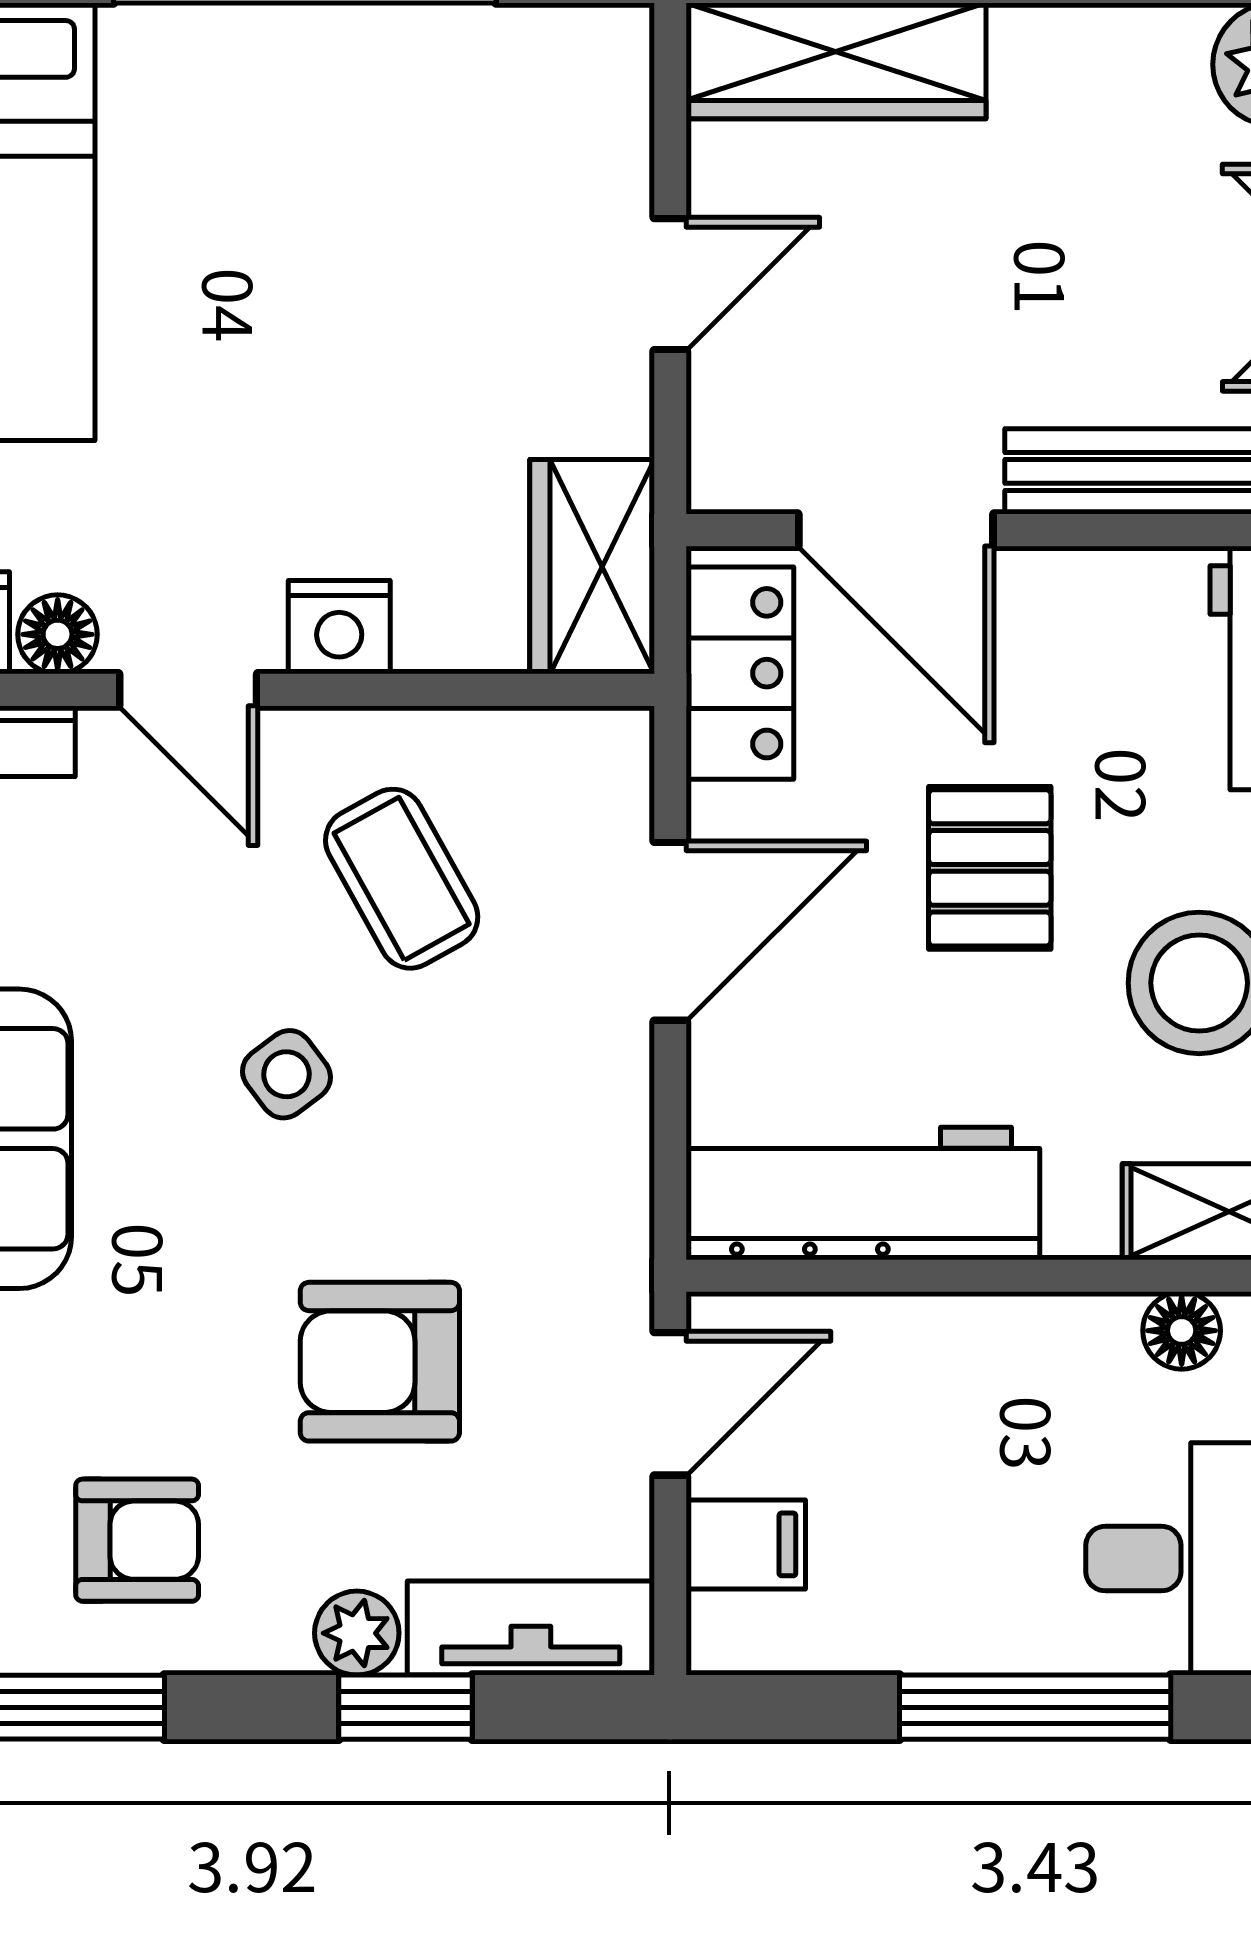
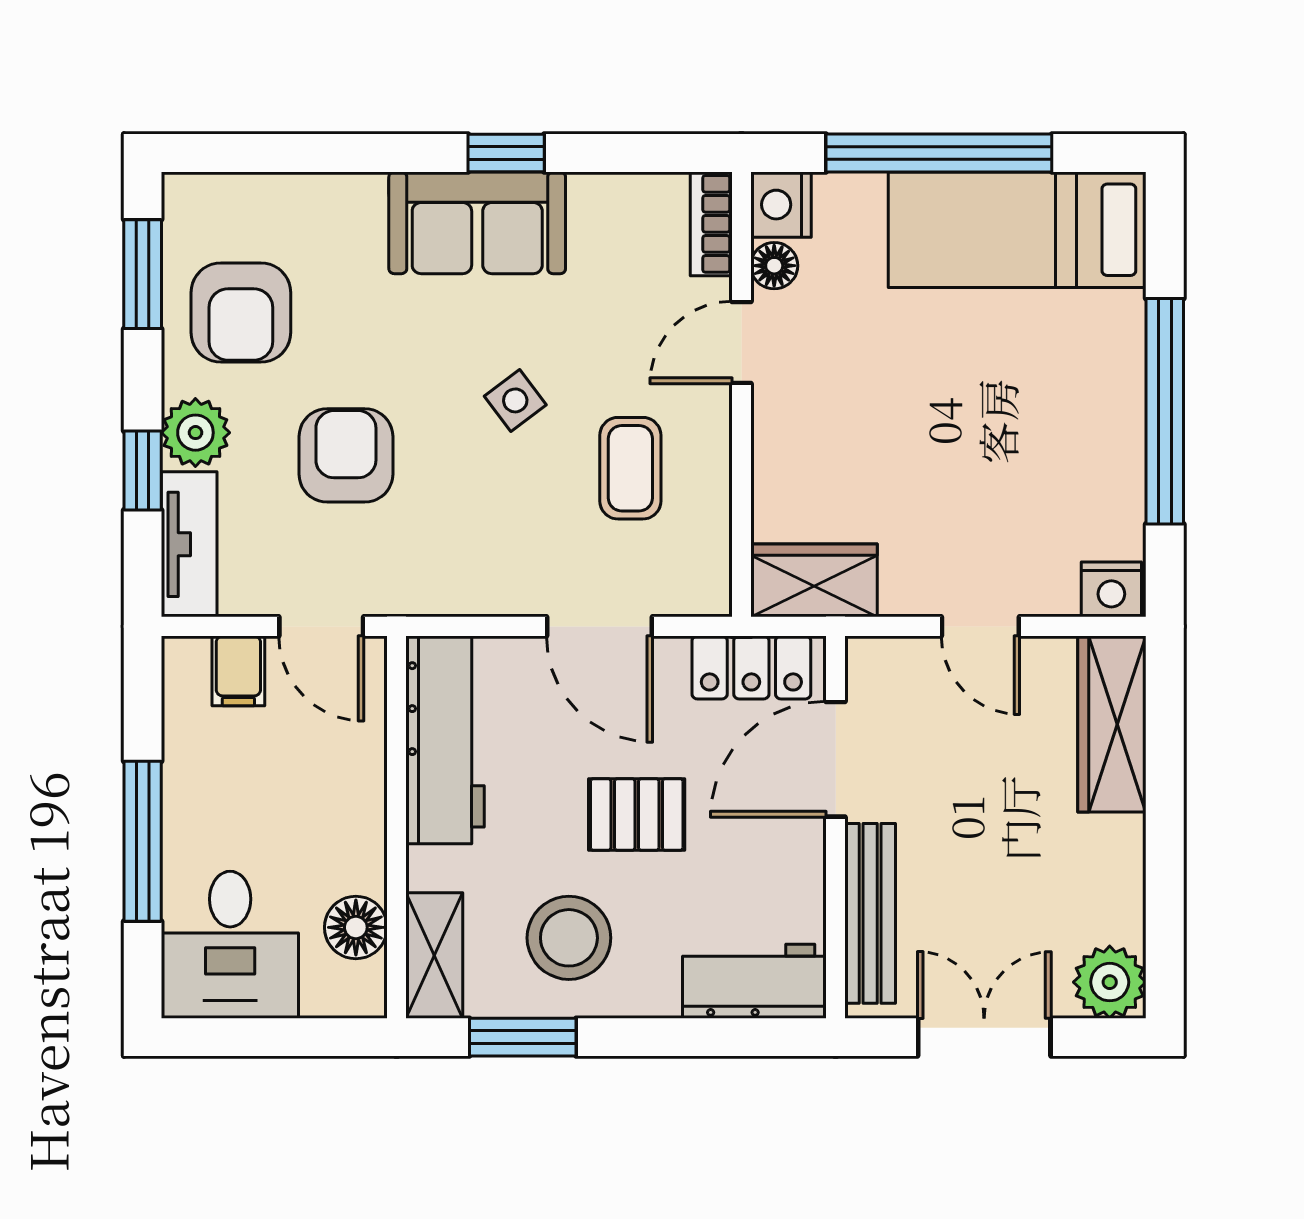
nightstand: (339, 627) -> (1111, 589), moved, turned -90
coffee table: (402, 879) -> (630, 468), turned -61
floor lamp: (1182, 1331) -> (356, 927), width x1.37, depth x1.37
armchair: (137, 1540) -> (241, 313), width x1.38, depth x1.38
plant: (357, 1633) -> (195, 433), width x1.38, depth x1.38

